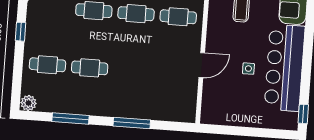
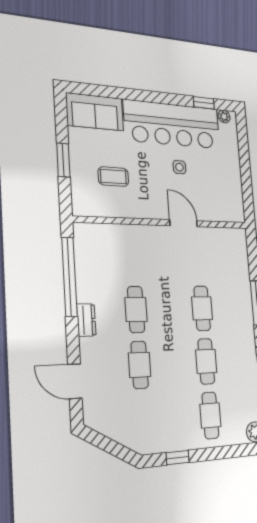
cafe table: (178, 17) -> (202, 308), moved
window: (303, 114) -> (204, 103), moved
plant: (293, 118) -> (224, 116), added

